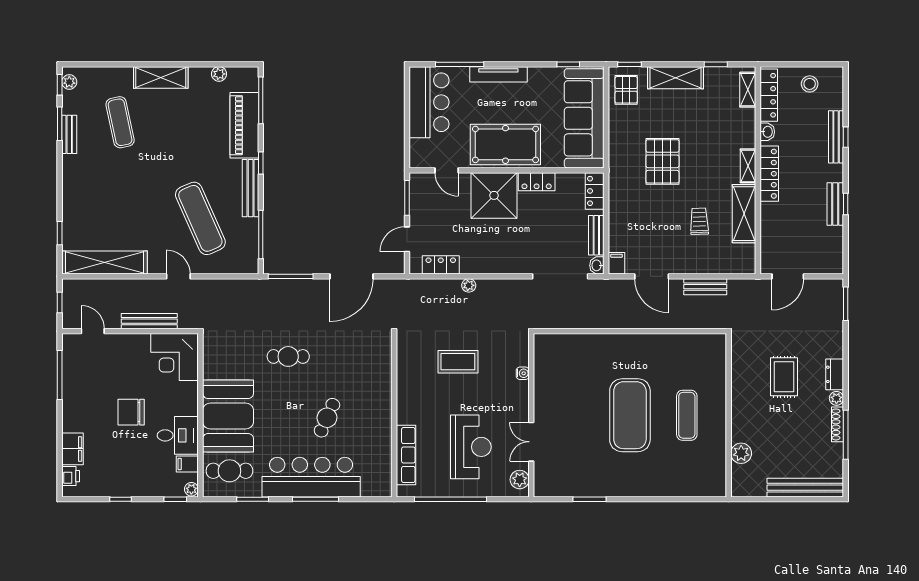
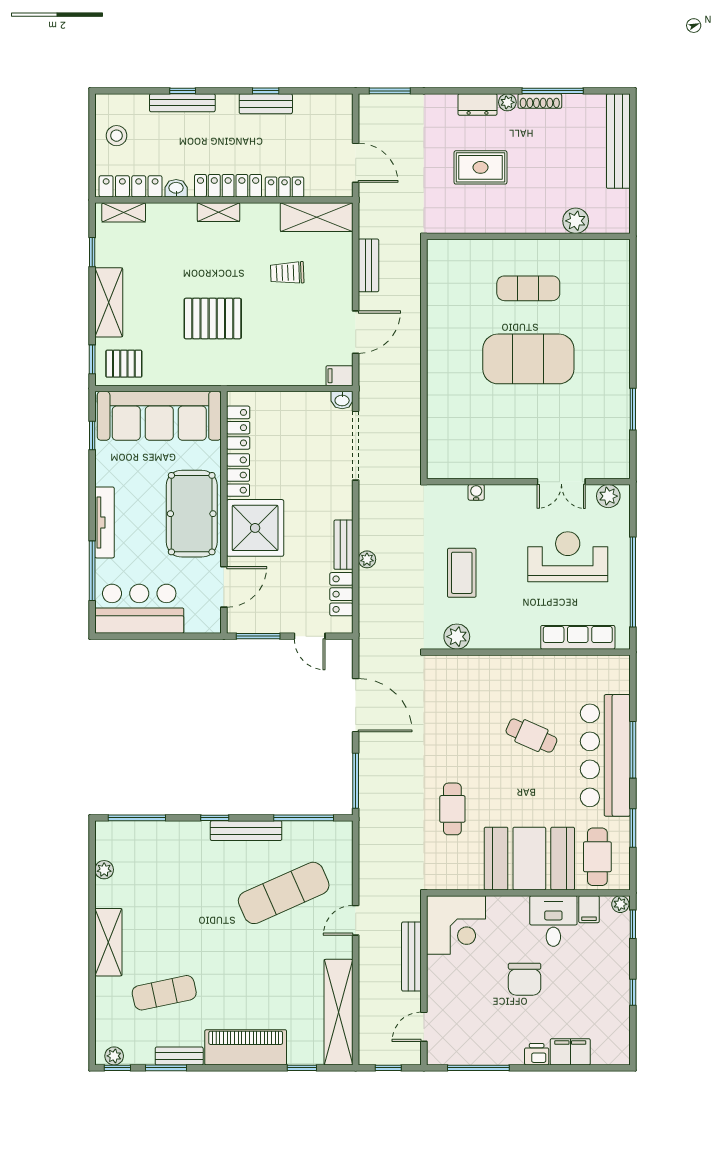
piano: (244, 125) -> (246, 1047), moved, turned 180
door: (447, 170) -> (224, 587), width x1.38
locker: (595, 191) -> (238, 428), moved, turned -90
shelving: (744, 214) -> (317, 217), moved
locker: (768, 219) -> (285, 187), added
bench: (596, 235) -> (343, 545), moved, turned 90
cafe table: (288, 356) -> (452, 809), moved
plant: (407, 358) -> (457, 637), added
printer: (71, 476) -> (537, 1054), moved

